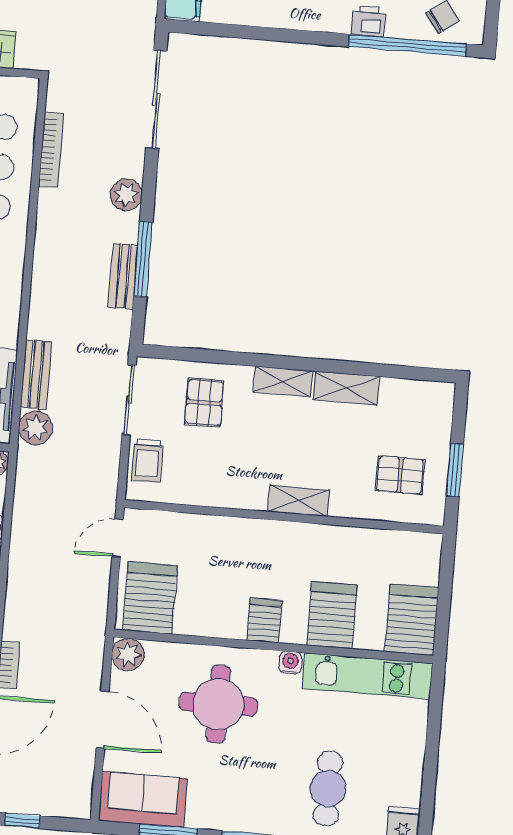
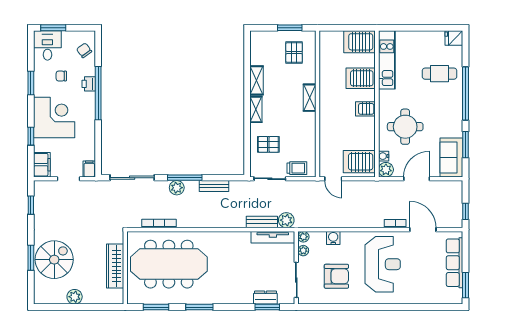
window: (407, 45) -> (98, 93), moved
window: (143, 259) -> (185, 178), moved
water cooler: (290, 663) -> (384, 156), moved

